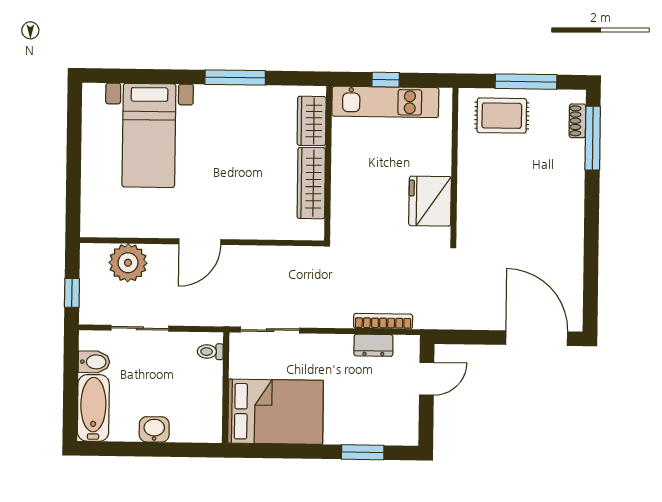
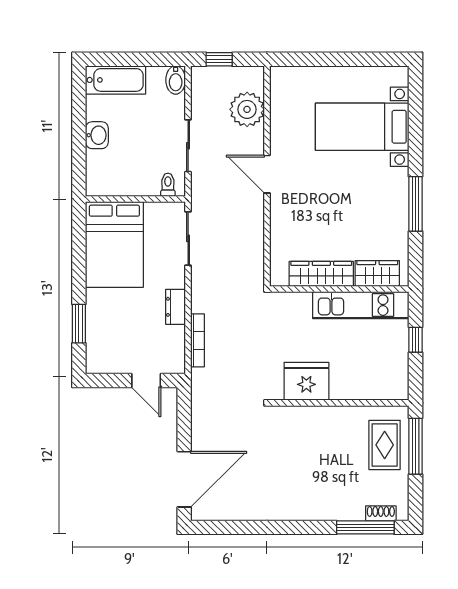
window: (526, 82) -> (416, 446), moved
kitchen unit: (385, 102) -> (361, 305), moved, turned -90
sliding door: (140, 328) -> (188, 146), moved
dresser: (373, 345) -> (176, 307), moved
bidet: (94, 362) -> (176, 80), moved

